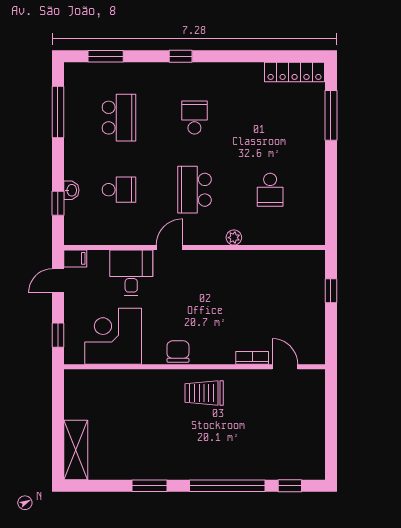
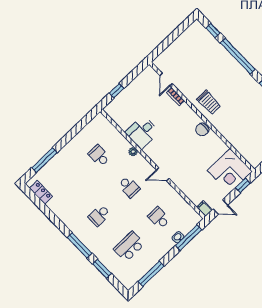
window: (106, 56) -> (102, 269), moved
window: (181, 56) -> (80, 245), width x2.17
locker: (295, 72) -> (41, 192), width x0.66
school desk: (194, 190) -> (129, 187), width x0.54
school desk: (270, 190) -> (99, 156), turned -90
window: (58, 203) -> (189, 238), width x2.17
desk: (131, 273) -> (142, 132), moved
corner desk: (113, 336) -> (230, 171), moved

